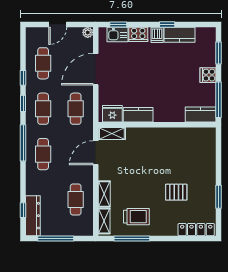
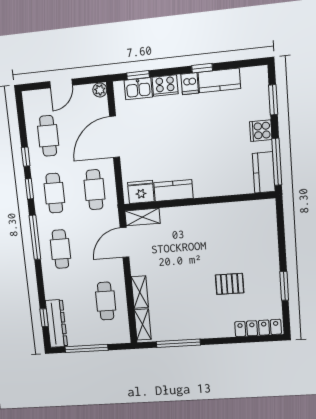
kitchen counter: (201, 115) -> (264, 172), moved, turned -90
trolley: (136, 217) -> (182, 317), removed

